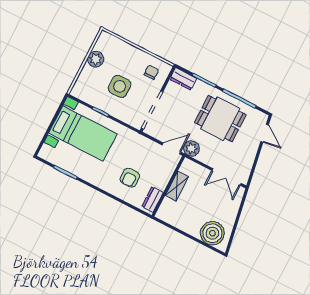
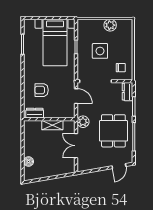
door: (171, 148) -> (76, 96), moved
double door: (227, 177) -> (76, 146), moved
boiler: (212, 233) -> (29, 162), width x0.54, depth x0.54

